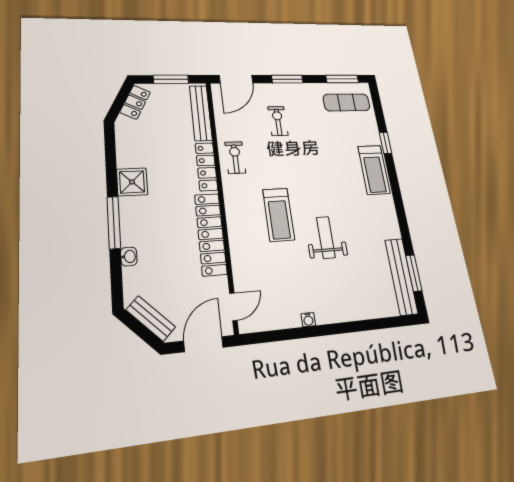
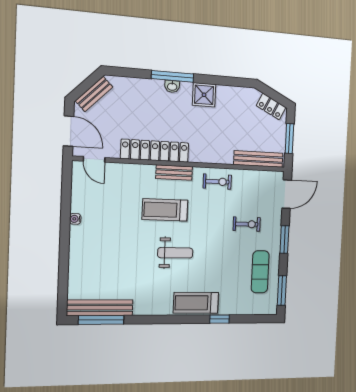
door: (236, 79) -> (287, 194), swing flipped
exercise mat: (347, 102) -> (260, 272), moved
locker: (206, 167) -> (211, 156), removed
bench: (233, 208) -> (174, 173), added
weight bench: (326, 237) -> (175, 253), moved
washbasin: (129, 257) -> (172, 86), moved
window: (414, 273) -> (101, 320), width x1.44

